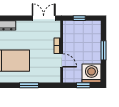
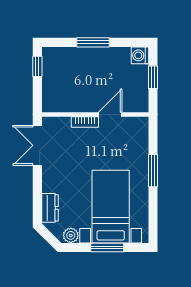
window: (79, 18) -> (37, 66), moved
washing machine: (92, 73) -> (140, 55), width x0.53, depth x0.53

